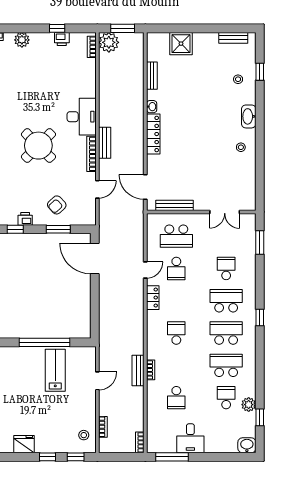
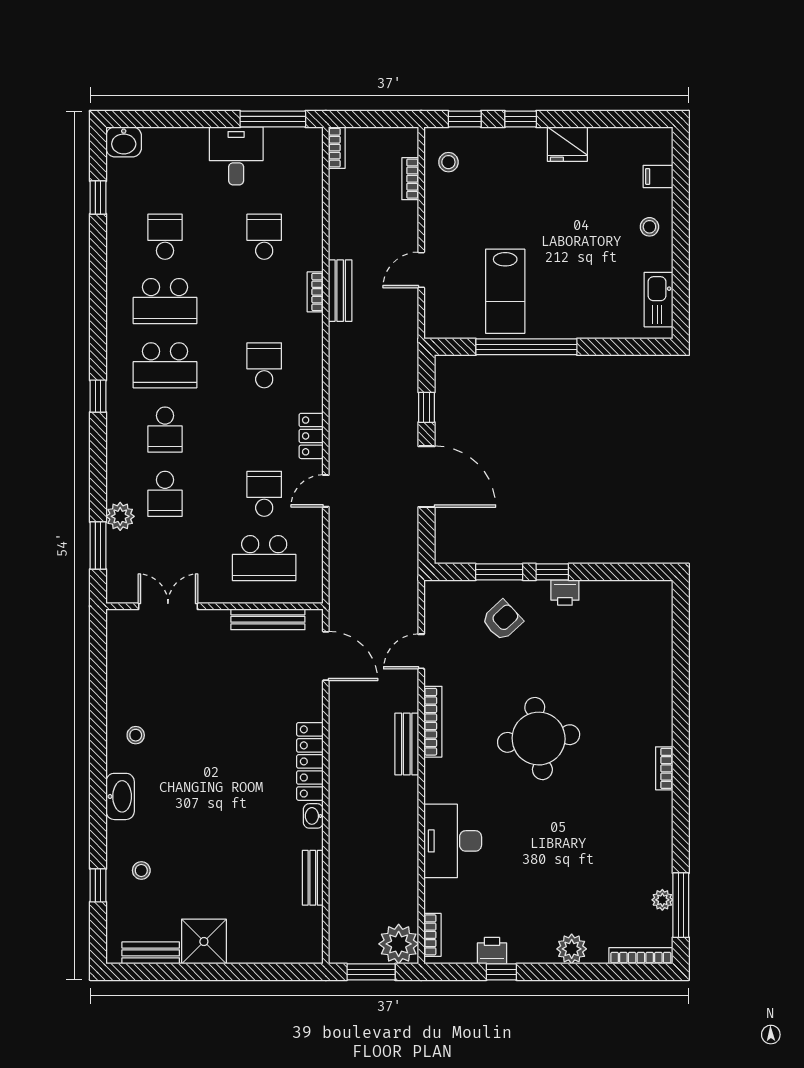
shower: (181, 44) -> (204, 942), moved
desk: (82, 117) -> (453, 841), moved
round table: (38, 146) -> (539, 739), turned 38
window: (15, 229) -> (552, 572), moved
school desk: (176, 236) -> (264, 558), turned 180
door: (95, 259) -> (426, 477), moved
school desk: (226, 301) -> (165, 430), width x0.54
window: (95, 312) -> (426, 407), added
school desk: (176, 333) -> (264, 365), turned 180
school desk: (226, 398) -> (165, 237), turned 180
plant: (249, 405) -> (120, 516), moved

